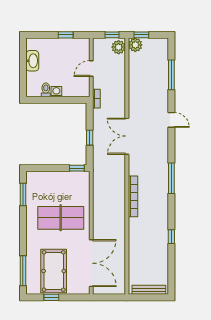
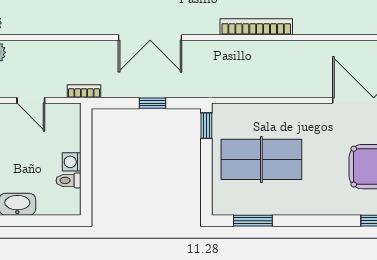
table tennis table: (61, 218) -> (261, 159), moved, turned 90

